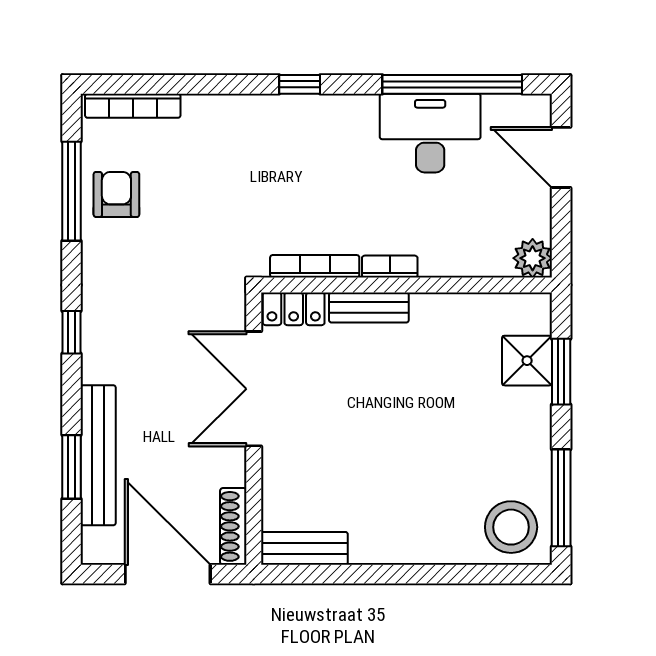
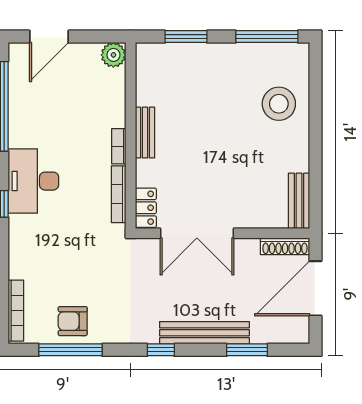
desk: (430, 133) -> (33, 181), moved
bench: (369, 308) -> (145, 133), moved
shower: (527, 361) -> (179, 58), removed
bench: (98, 455) -> (204, 333), moved
stool: (511, 527) -> (279, 104), moved

